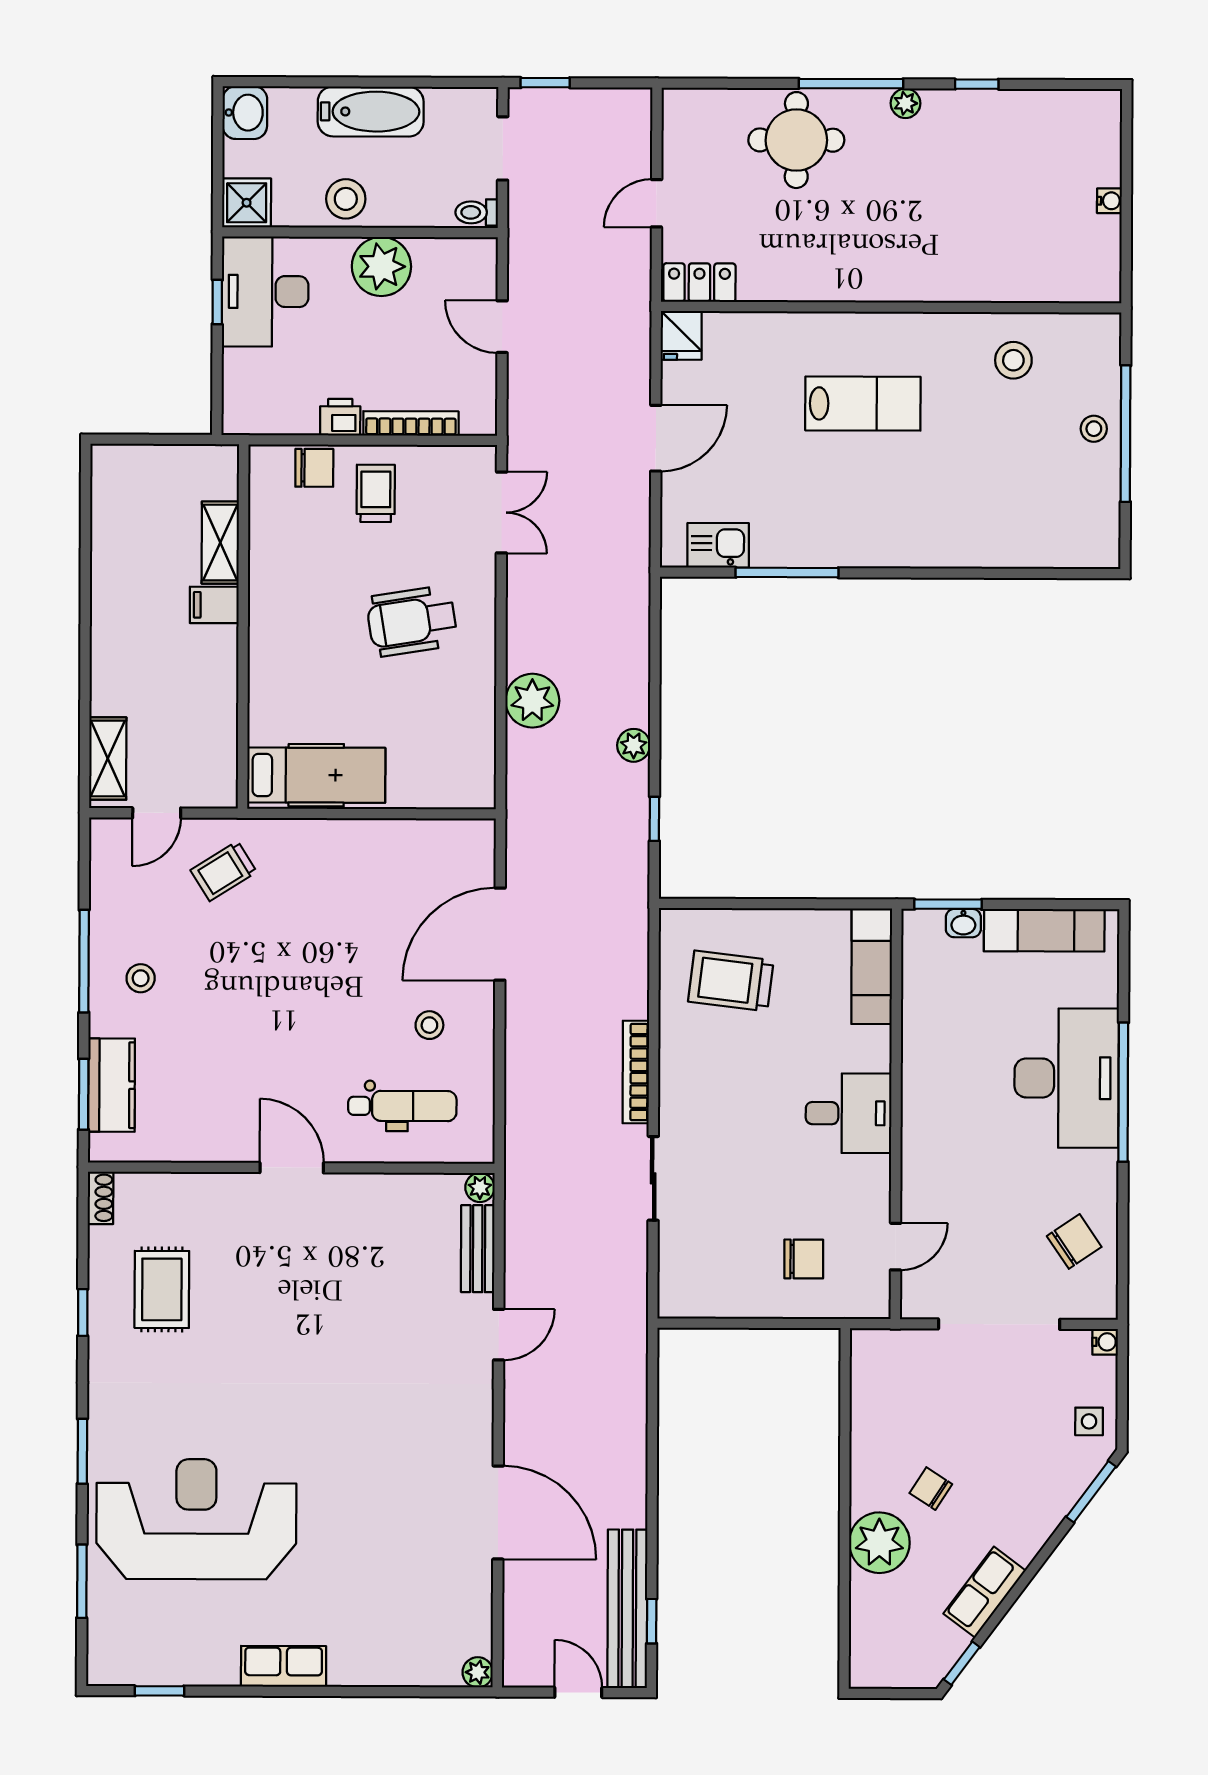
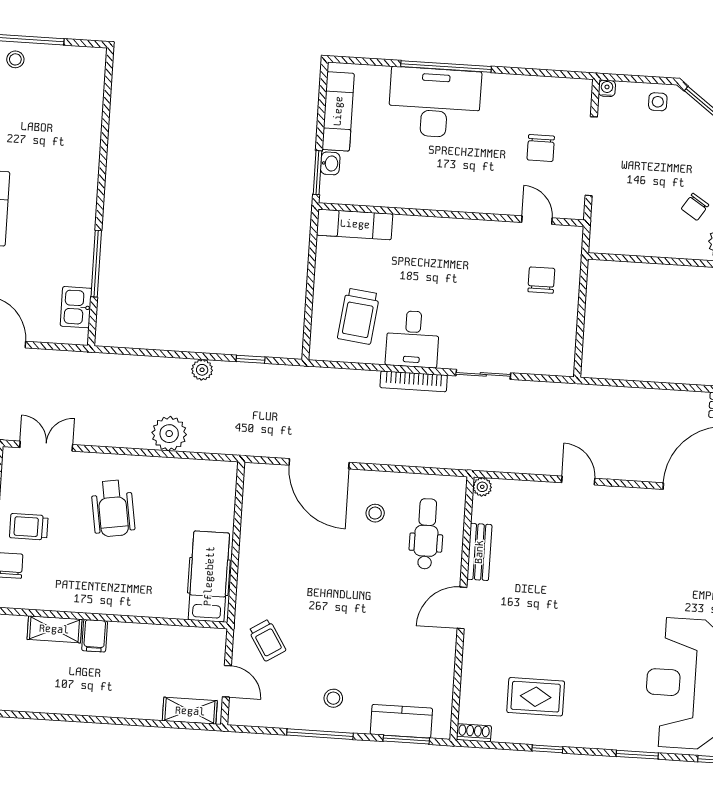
desk: (849, 1113) -> (413, 339), moved, turned 180
chair: (1074, 1241) -> (541, 148), moved, turned -146
bench: (478, 1249) -> (479, 552), moved, turned 90

